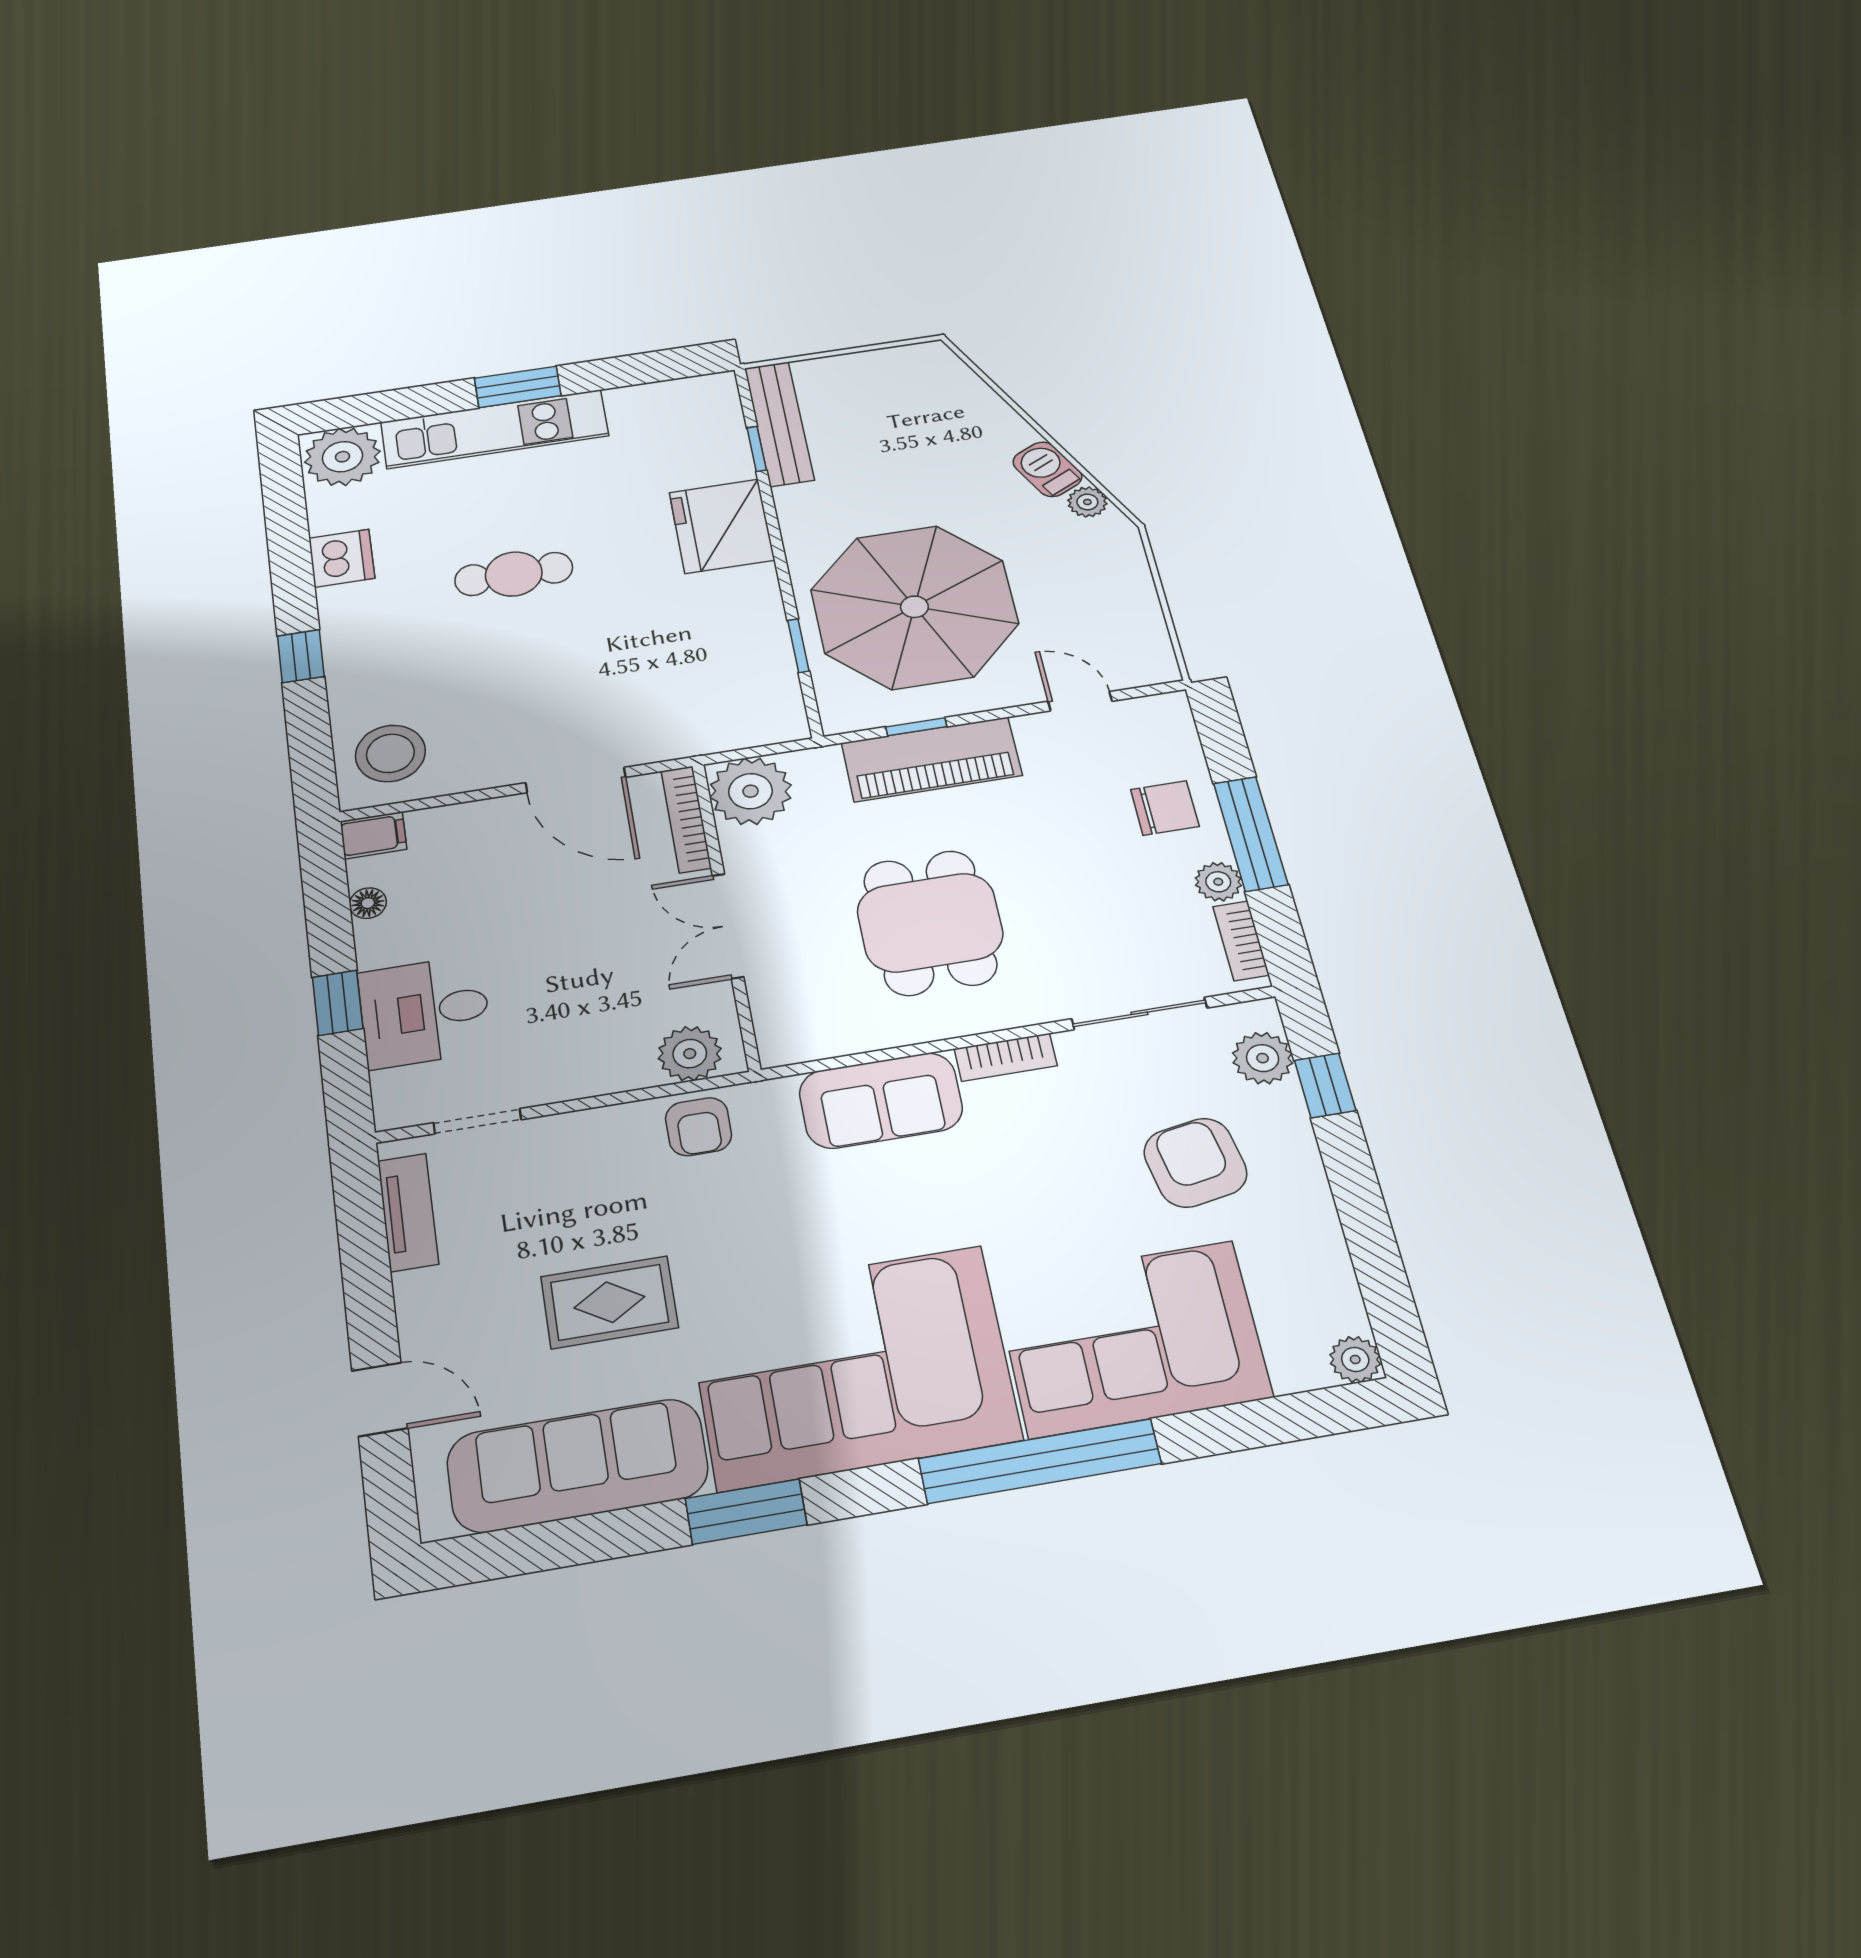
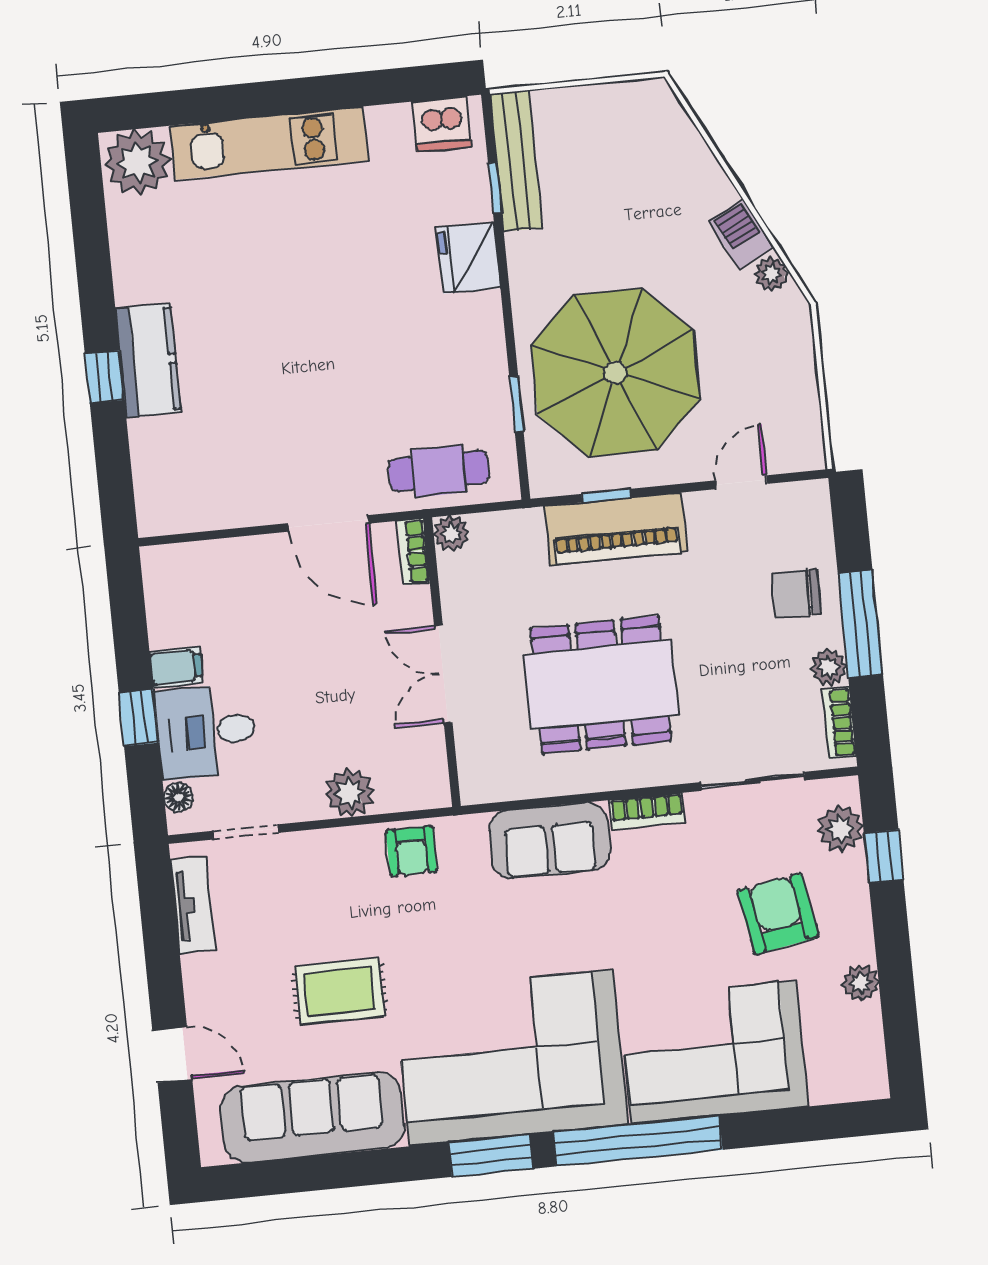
window: (518, 387) -> (290, 96), removed
fridge: (722, 526) -> (469, 258), width x0.73, depth x0.75
dishwasher: (342, 558) -> (442, 124), moved, turned 90
cafe table: (514, 574) -> (439, 471), moved
kitchen counter: (353, 637) -> (148, 361), added
door: (1080, 701) -> (741, 482), hinge flipped
stool: (390, 753) -> (179, 483), removed
plant: (750, 791) -> (451, 533), width x0.53, depth x0.53
chair: (1165, 808) -> (796, 593), turned 180
bookcase: (686, 819) -> (414, 552), width x0.64
filing cabinet: (373, 835) -> (176, 667), moved
floor lamp: (368, 903) -> (179, 797), moved
dining table: (930, 923) -> (601, 685), width x1.38
plant: (690, 1054) -> (350, 793), moved
plant: (1355, 1359) -> (860, 983), moved
window: (746, 1512) -> (491, 1156), moved

